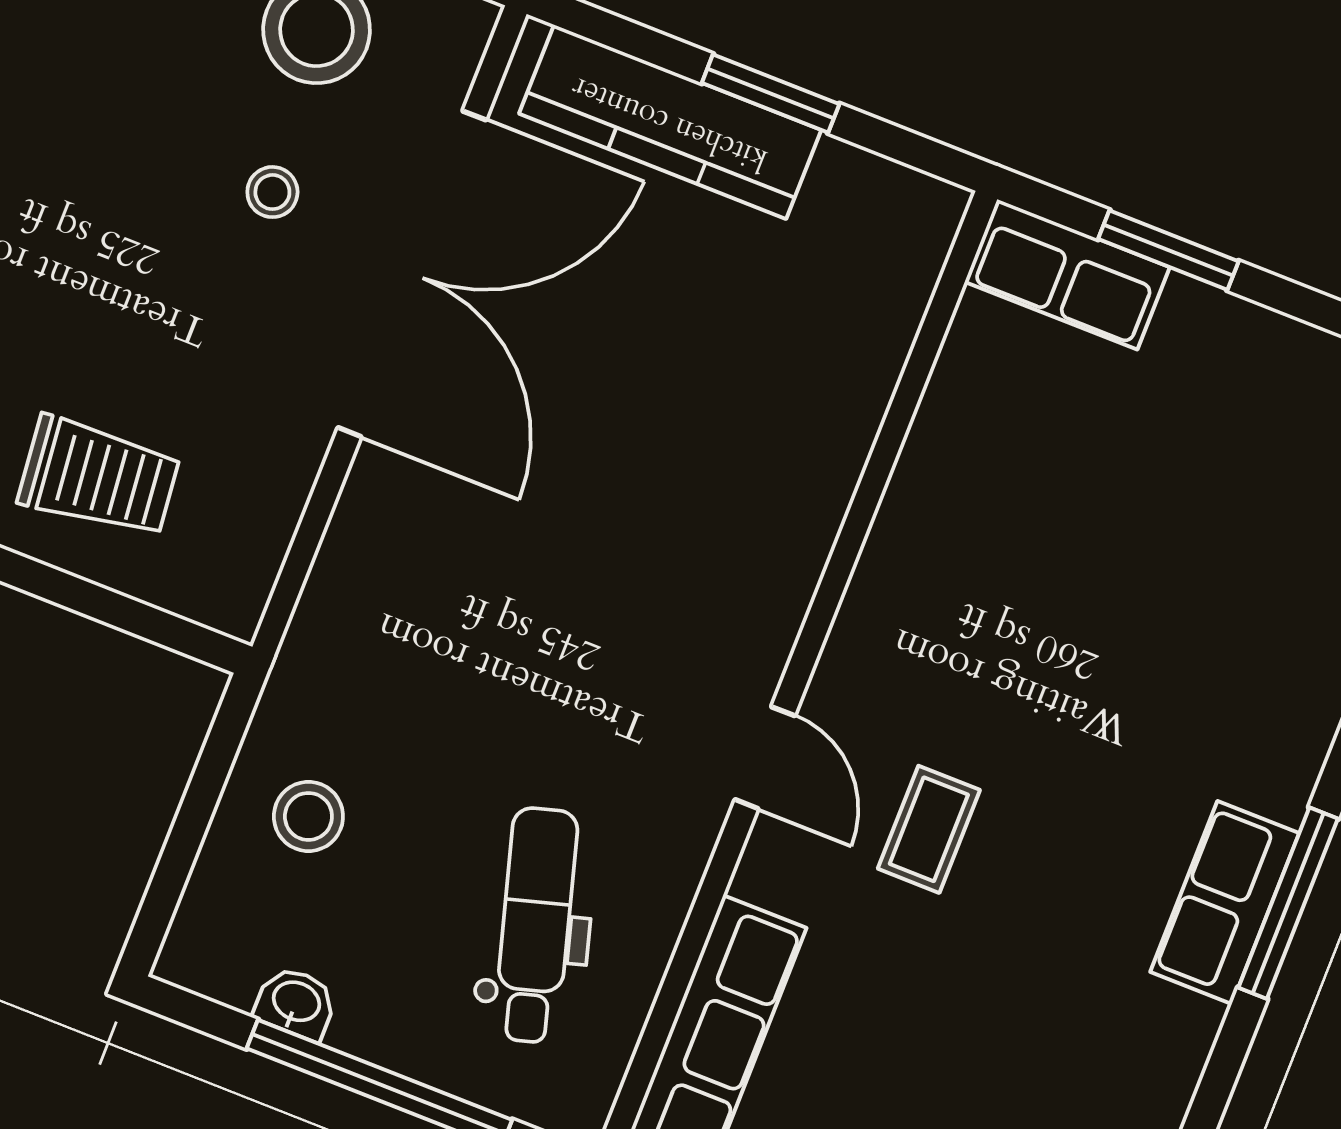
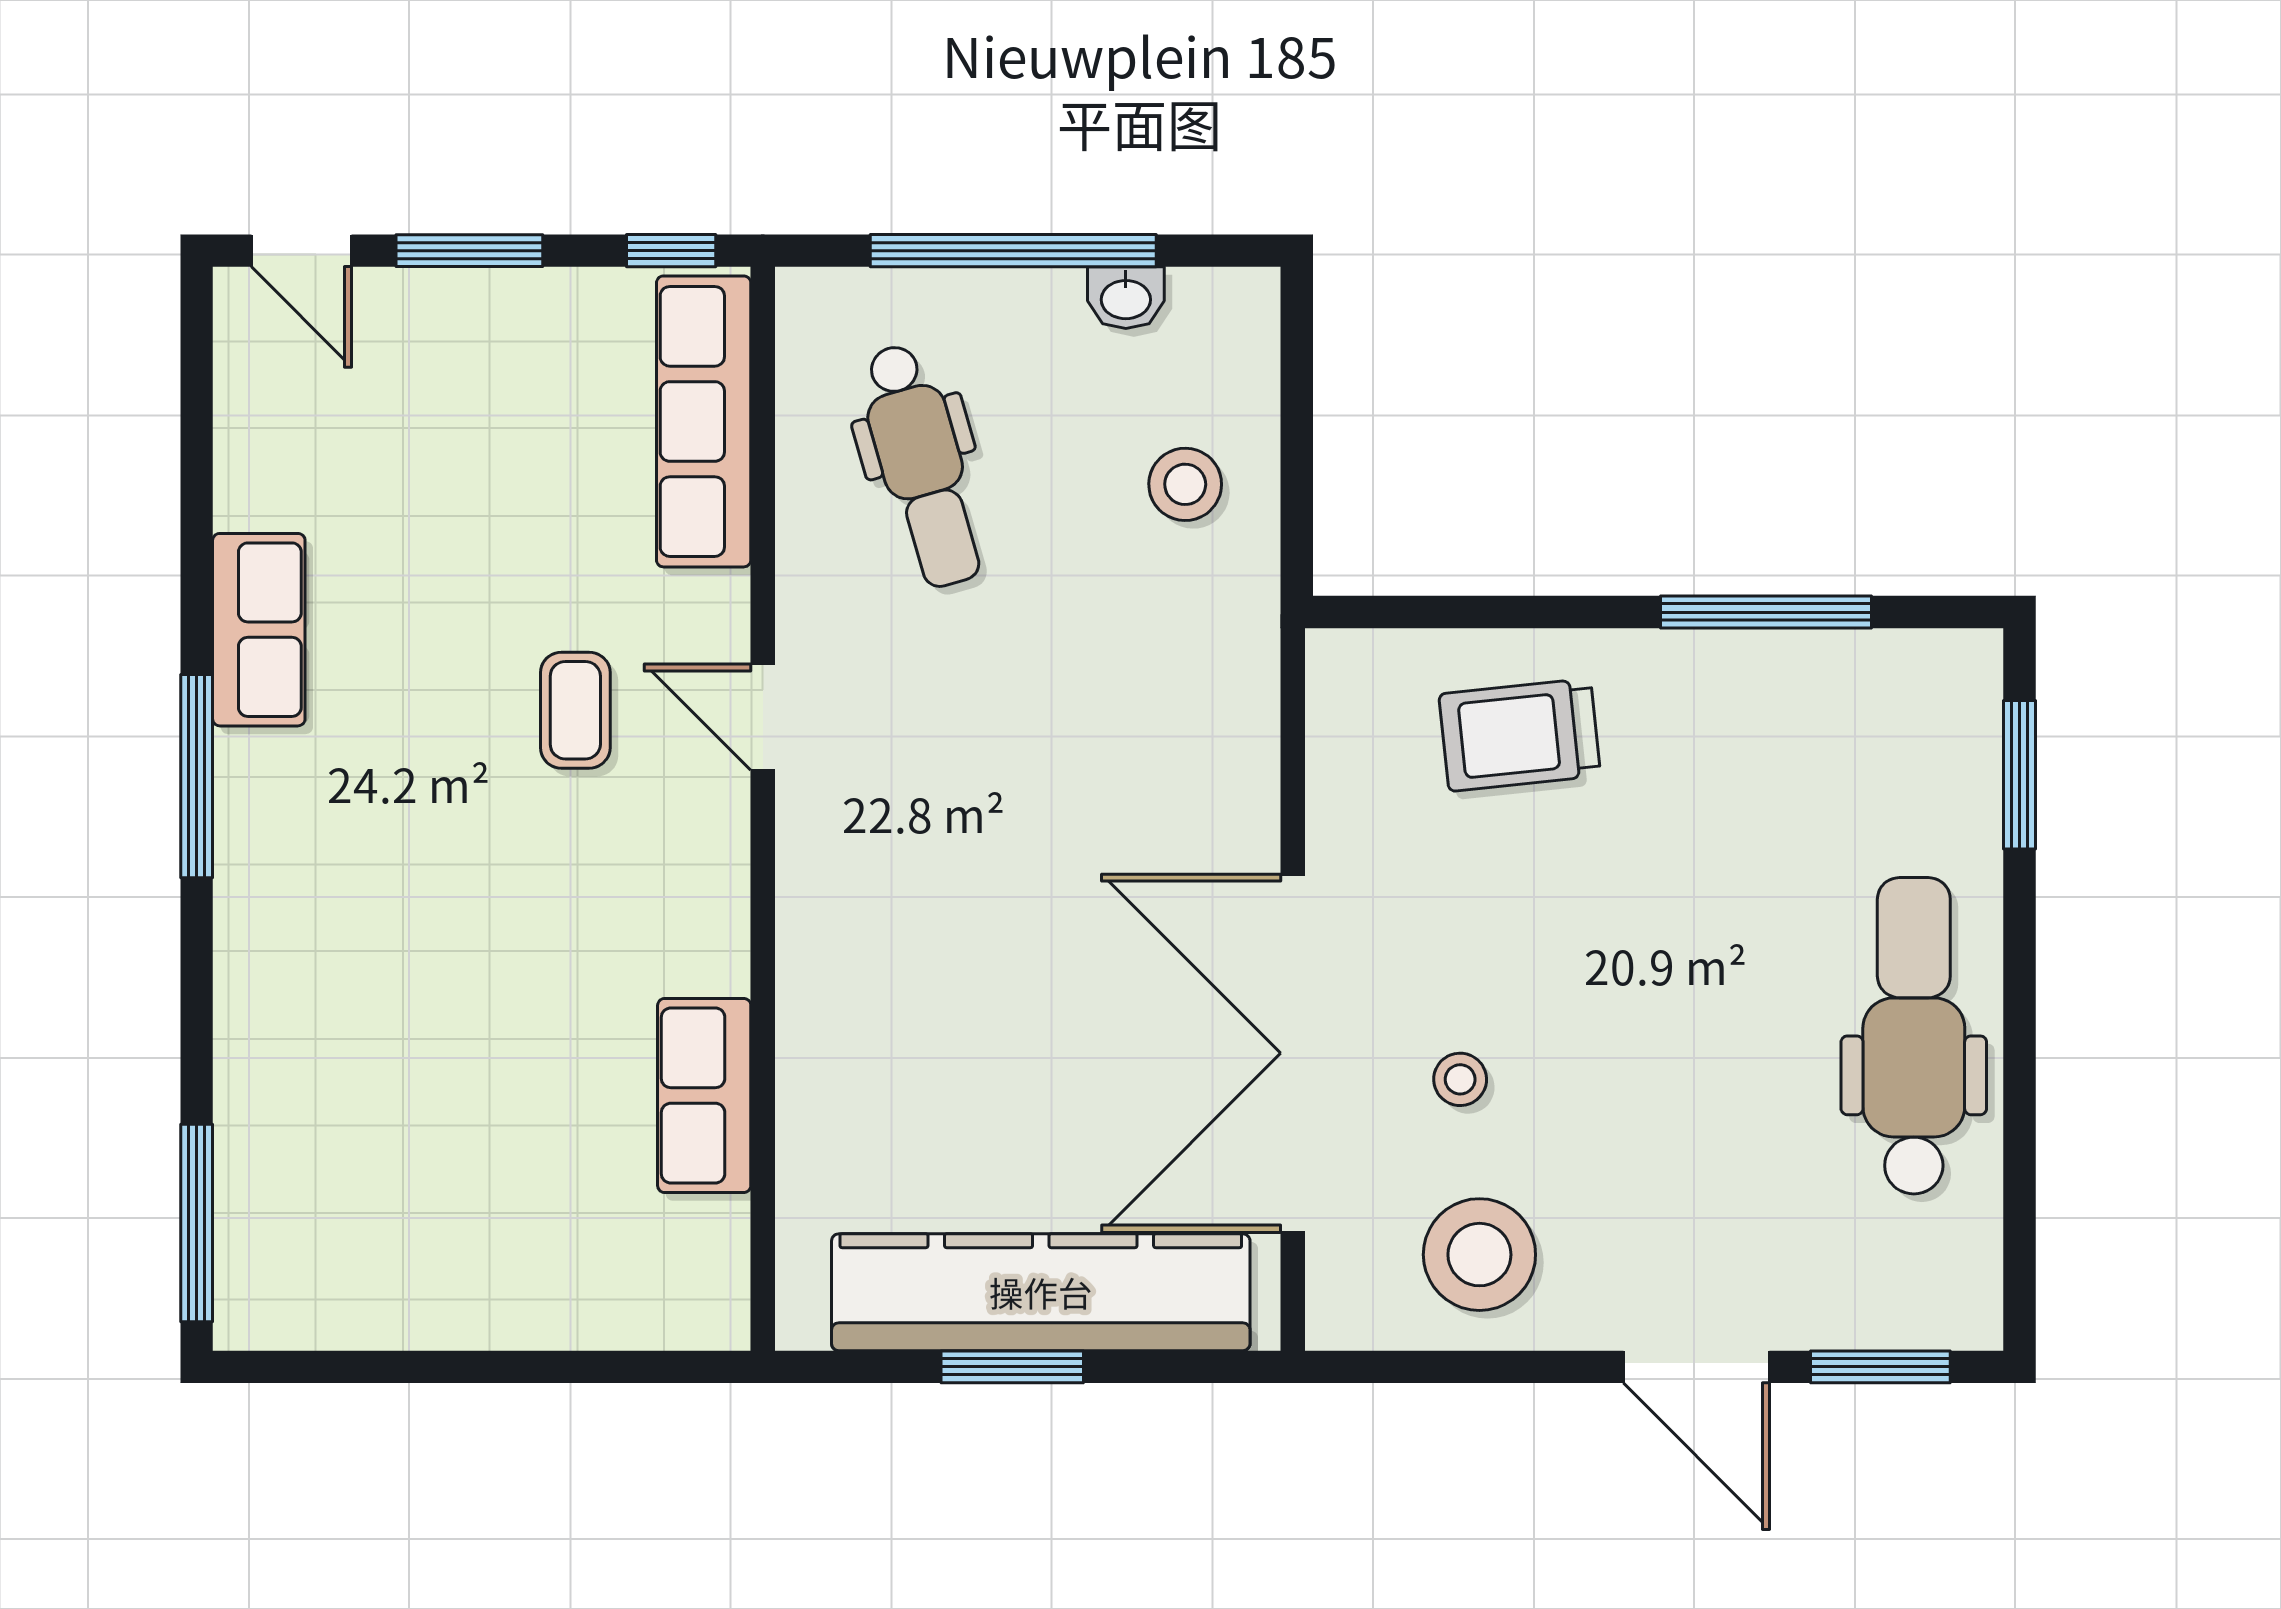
kitchen counter: (670, 122) -> (1041, 1292), width x1.39, depth x1.17
window: (1168, 250) -> (564, 1367), removed
row of seats: (1067, 274) -> (704, 1095), moved, turned -90
row of seats: (1225, 903) -> (259, 630), moved

